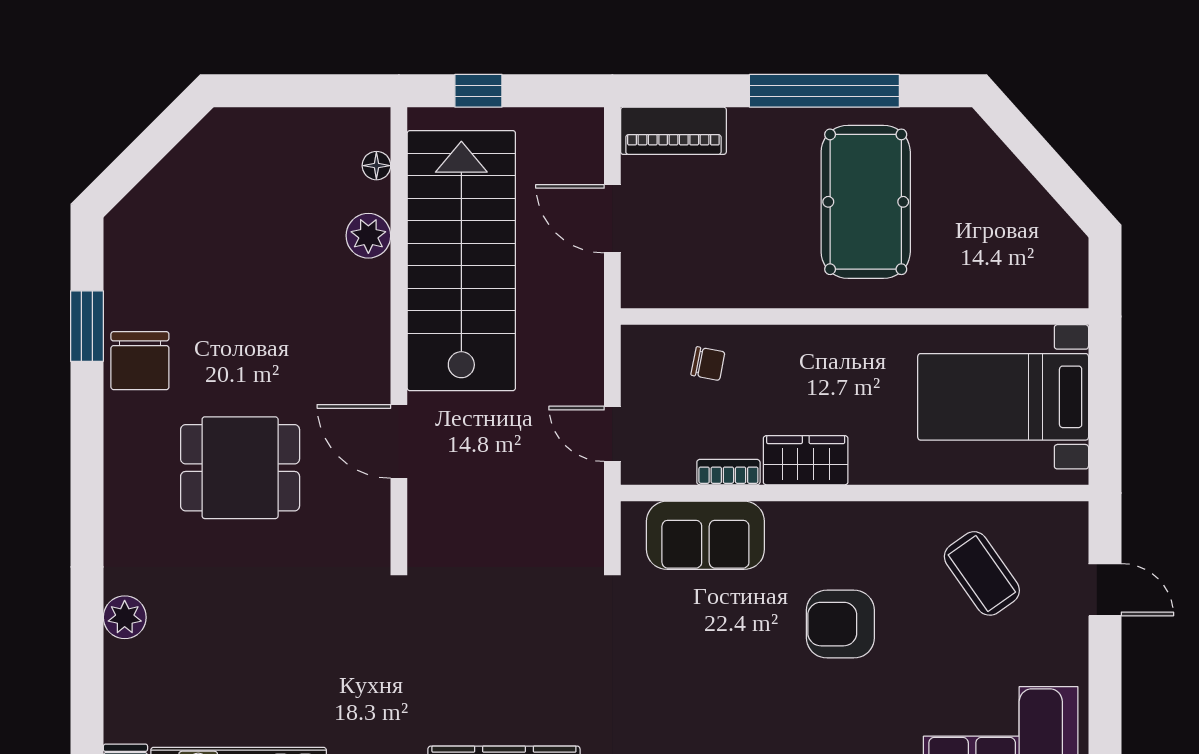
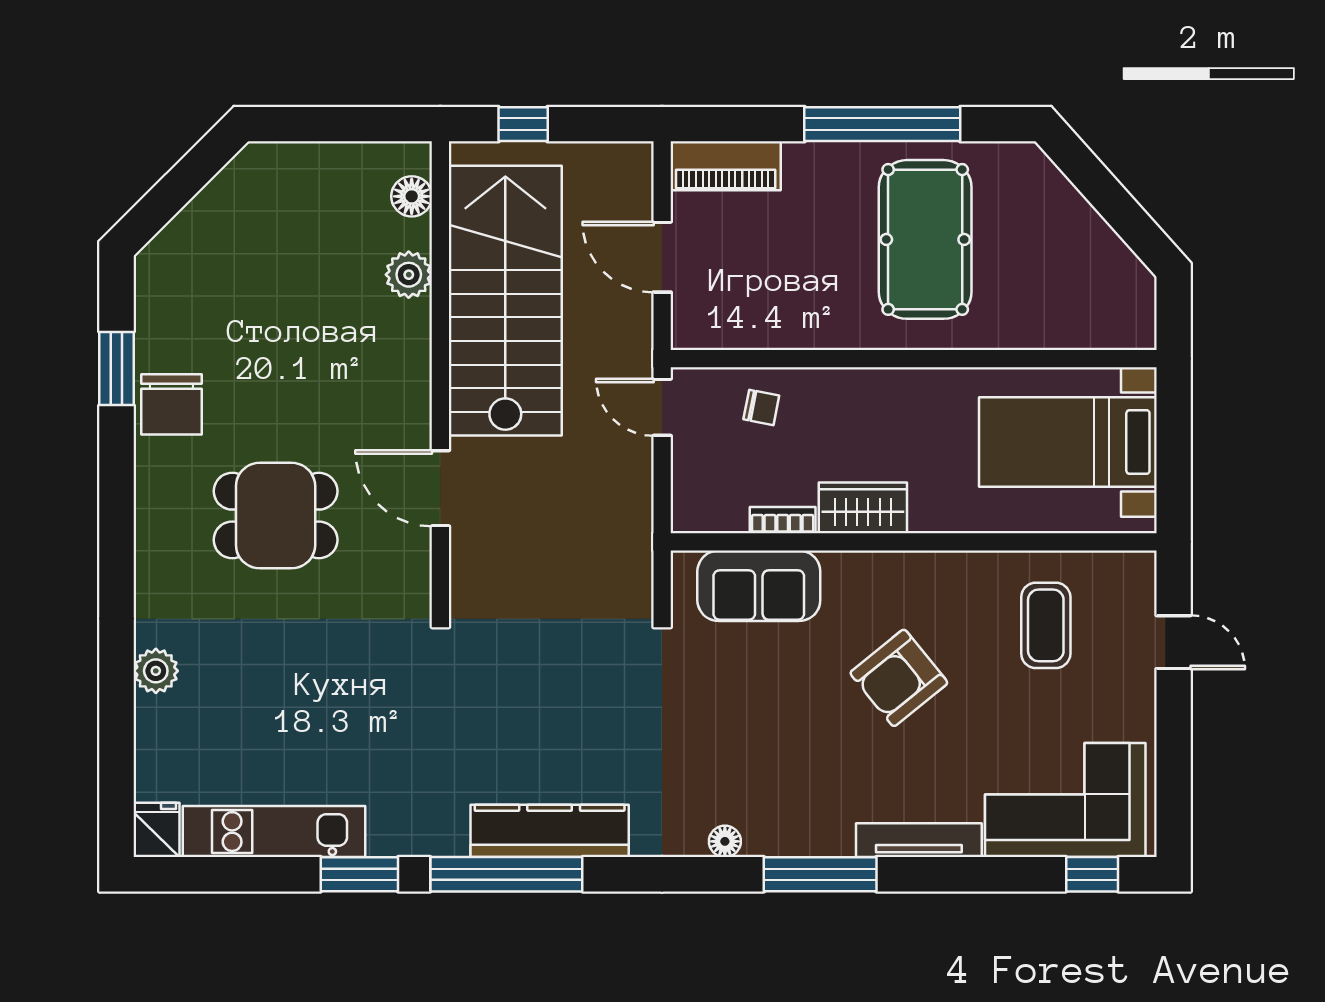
floor lamp: (376, 166) -> (412, 196), width x1.37, depth x1.37
door: (612, 434) -> (662, 407), moved
coffee table: (982, 573) -> (1046, 625), turned 35
armchair: (840, 624) -> (899, 678), turned -39

